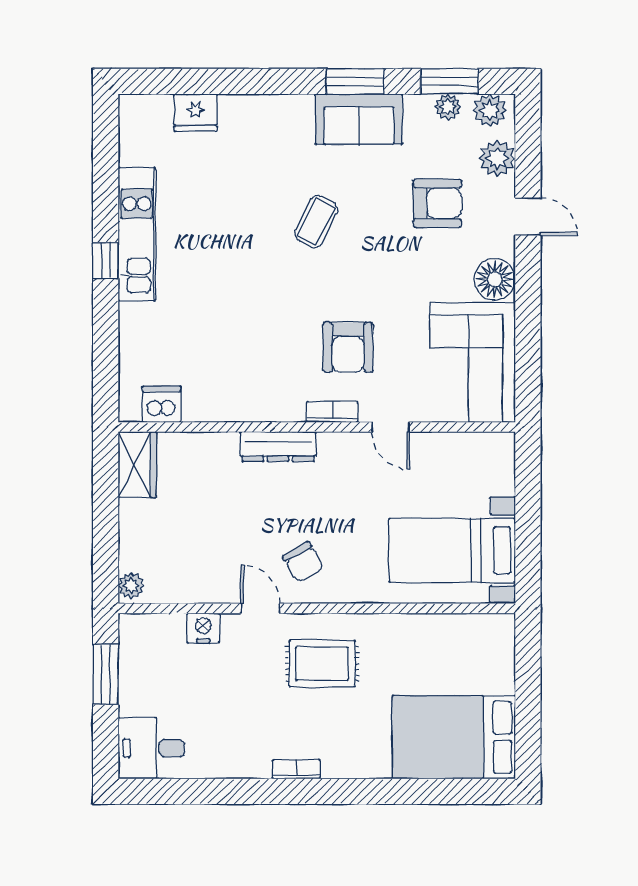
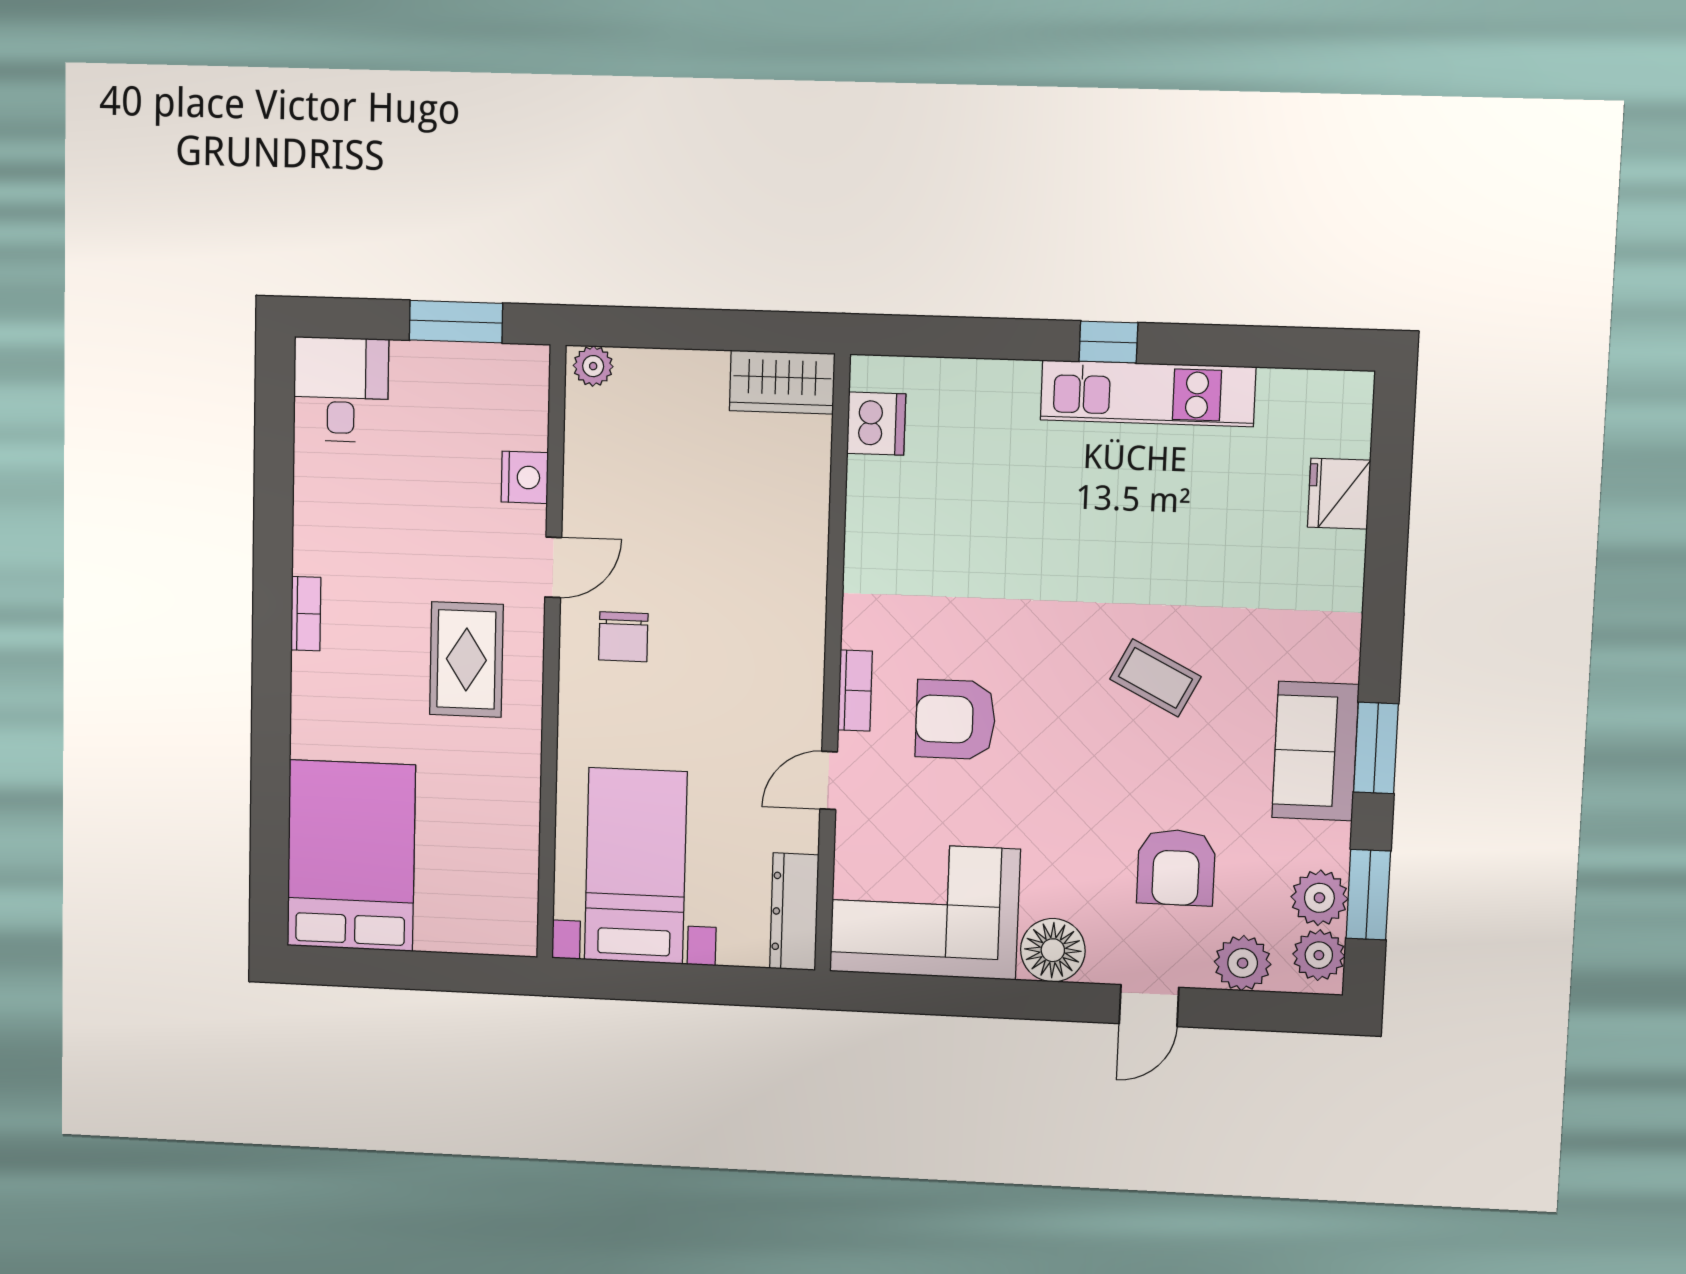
plant: (448, 107) -> (1319, 898), width x1.38, depth x1.38
dresser: (278, 447) -> (794, 912), moved
chair: (303, 562) -> (623, 637), turned -60

